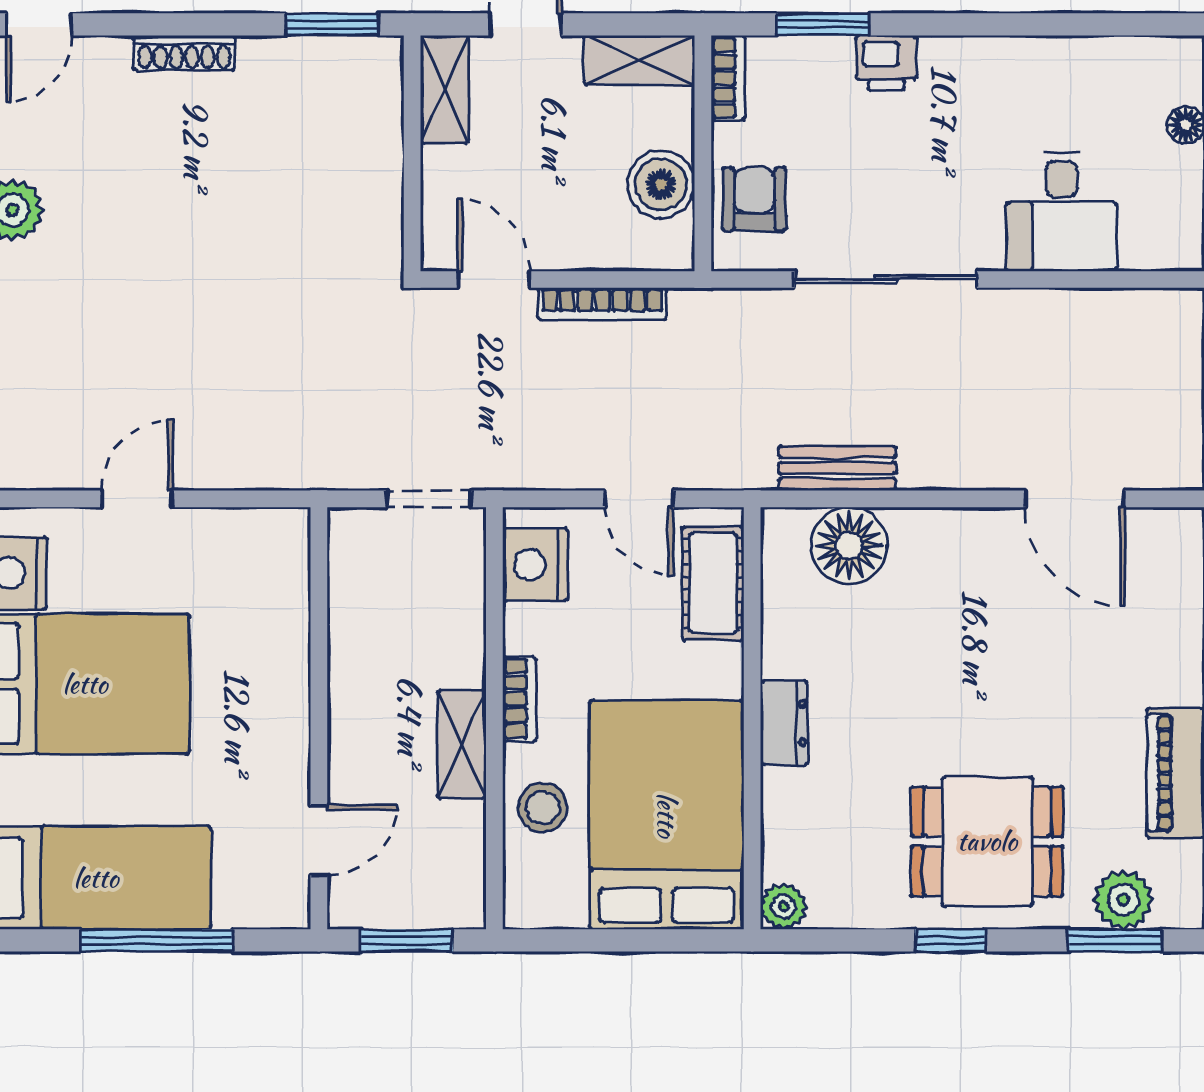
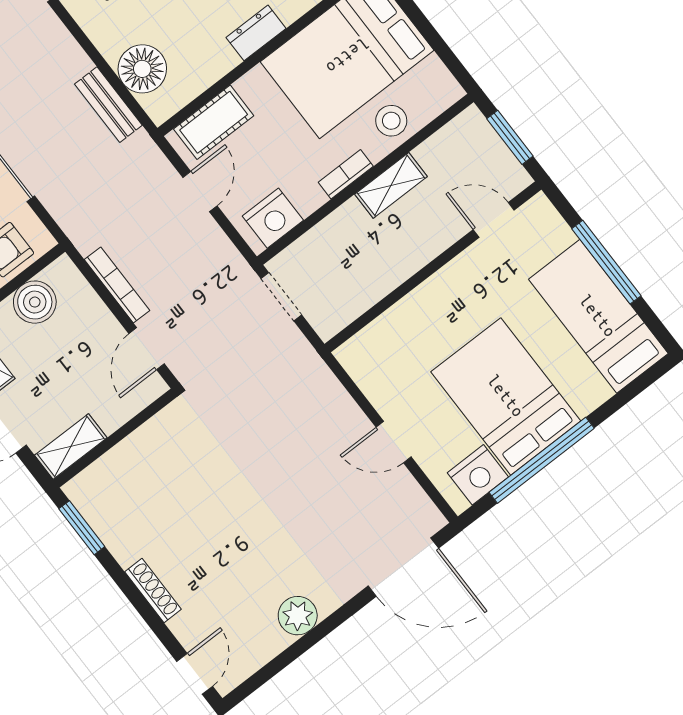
door: (39, 24) -> (195, 674), hinge flipped

